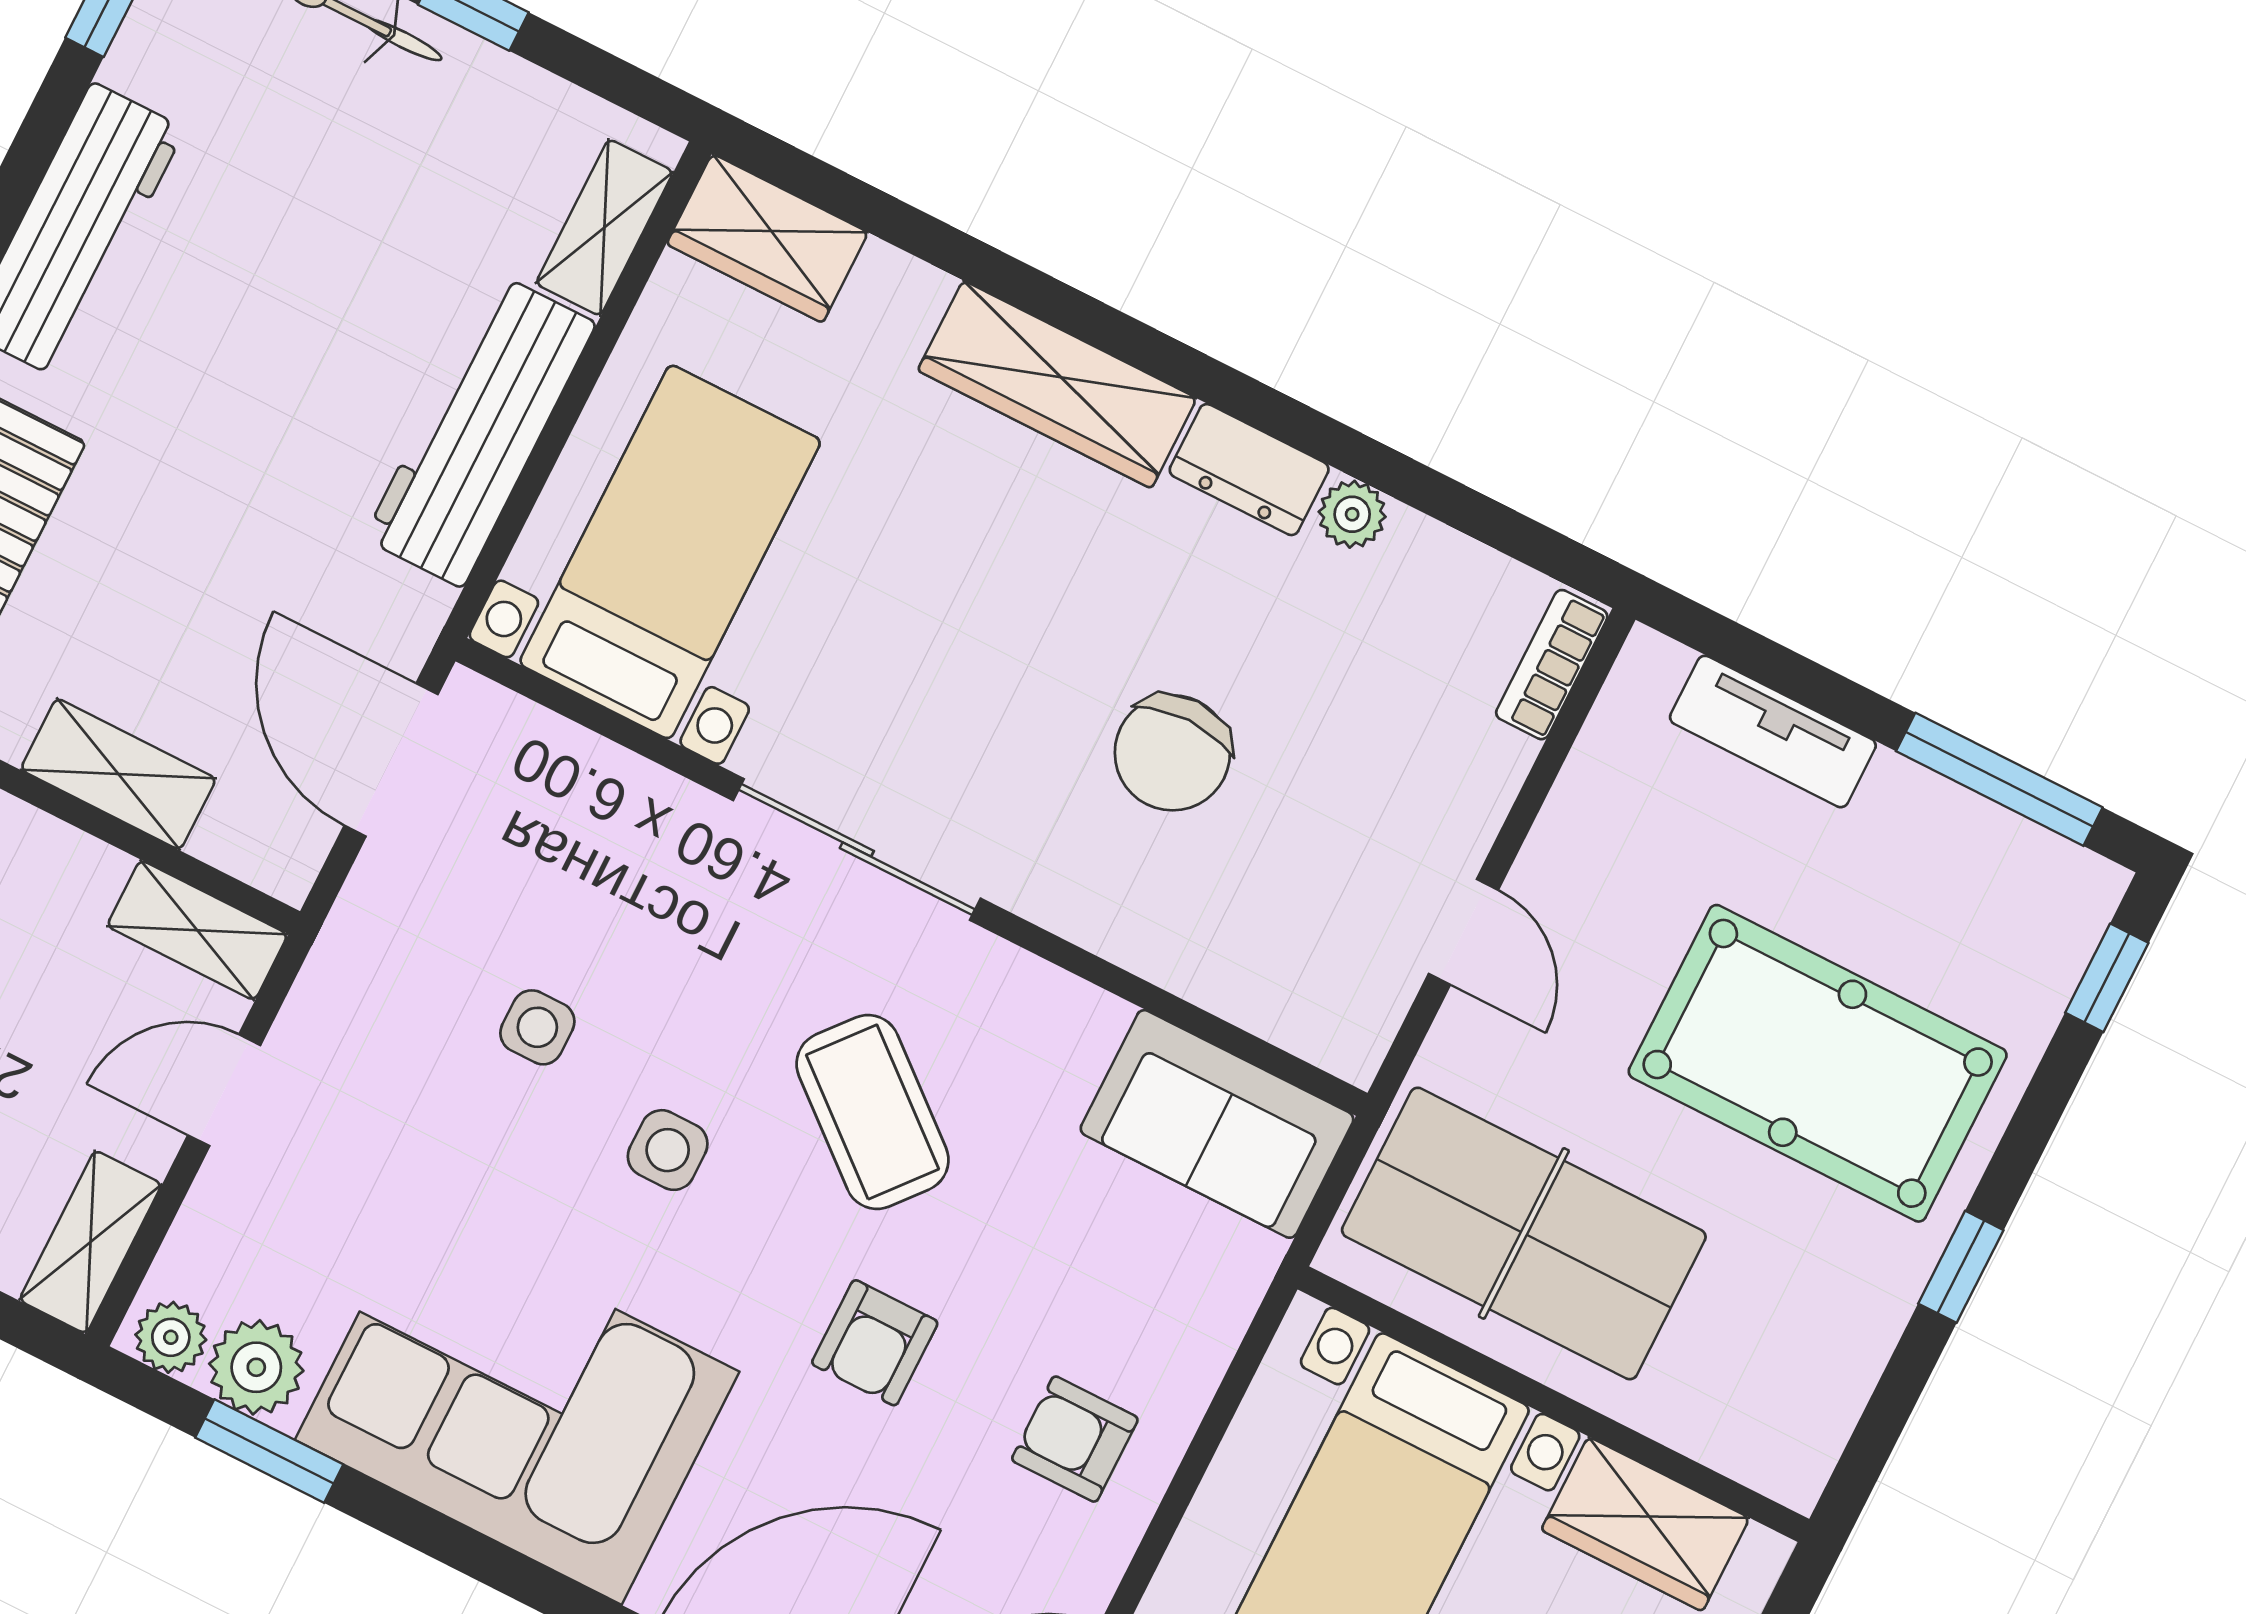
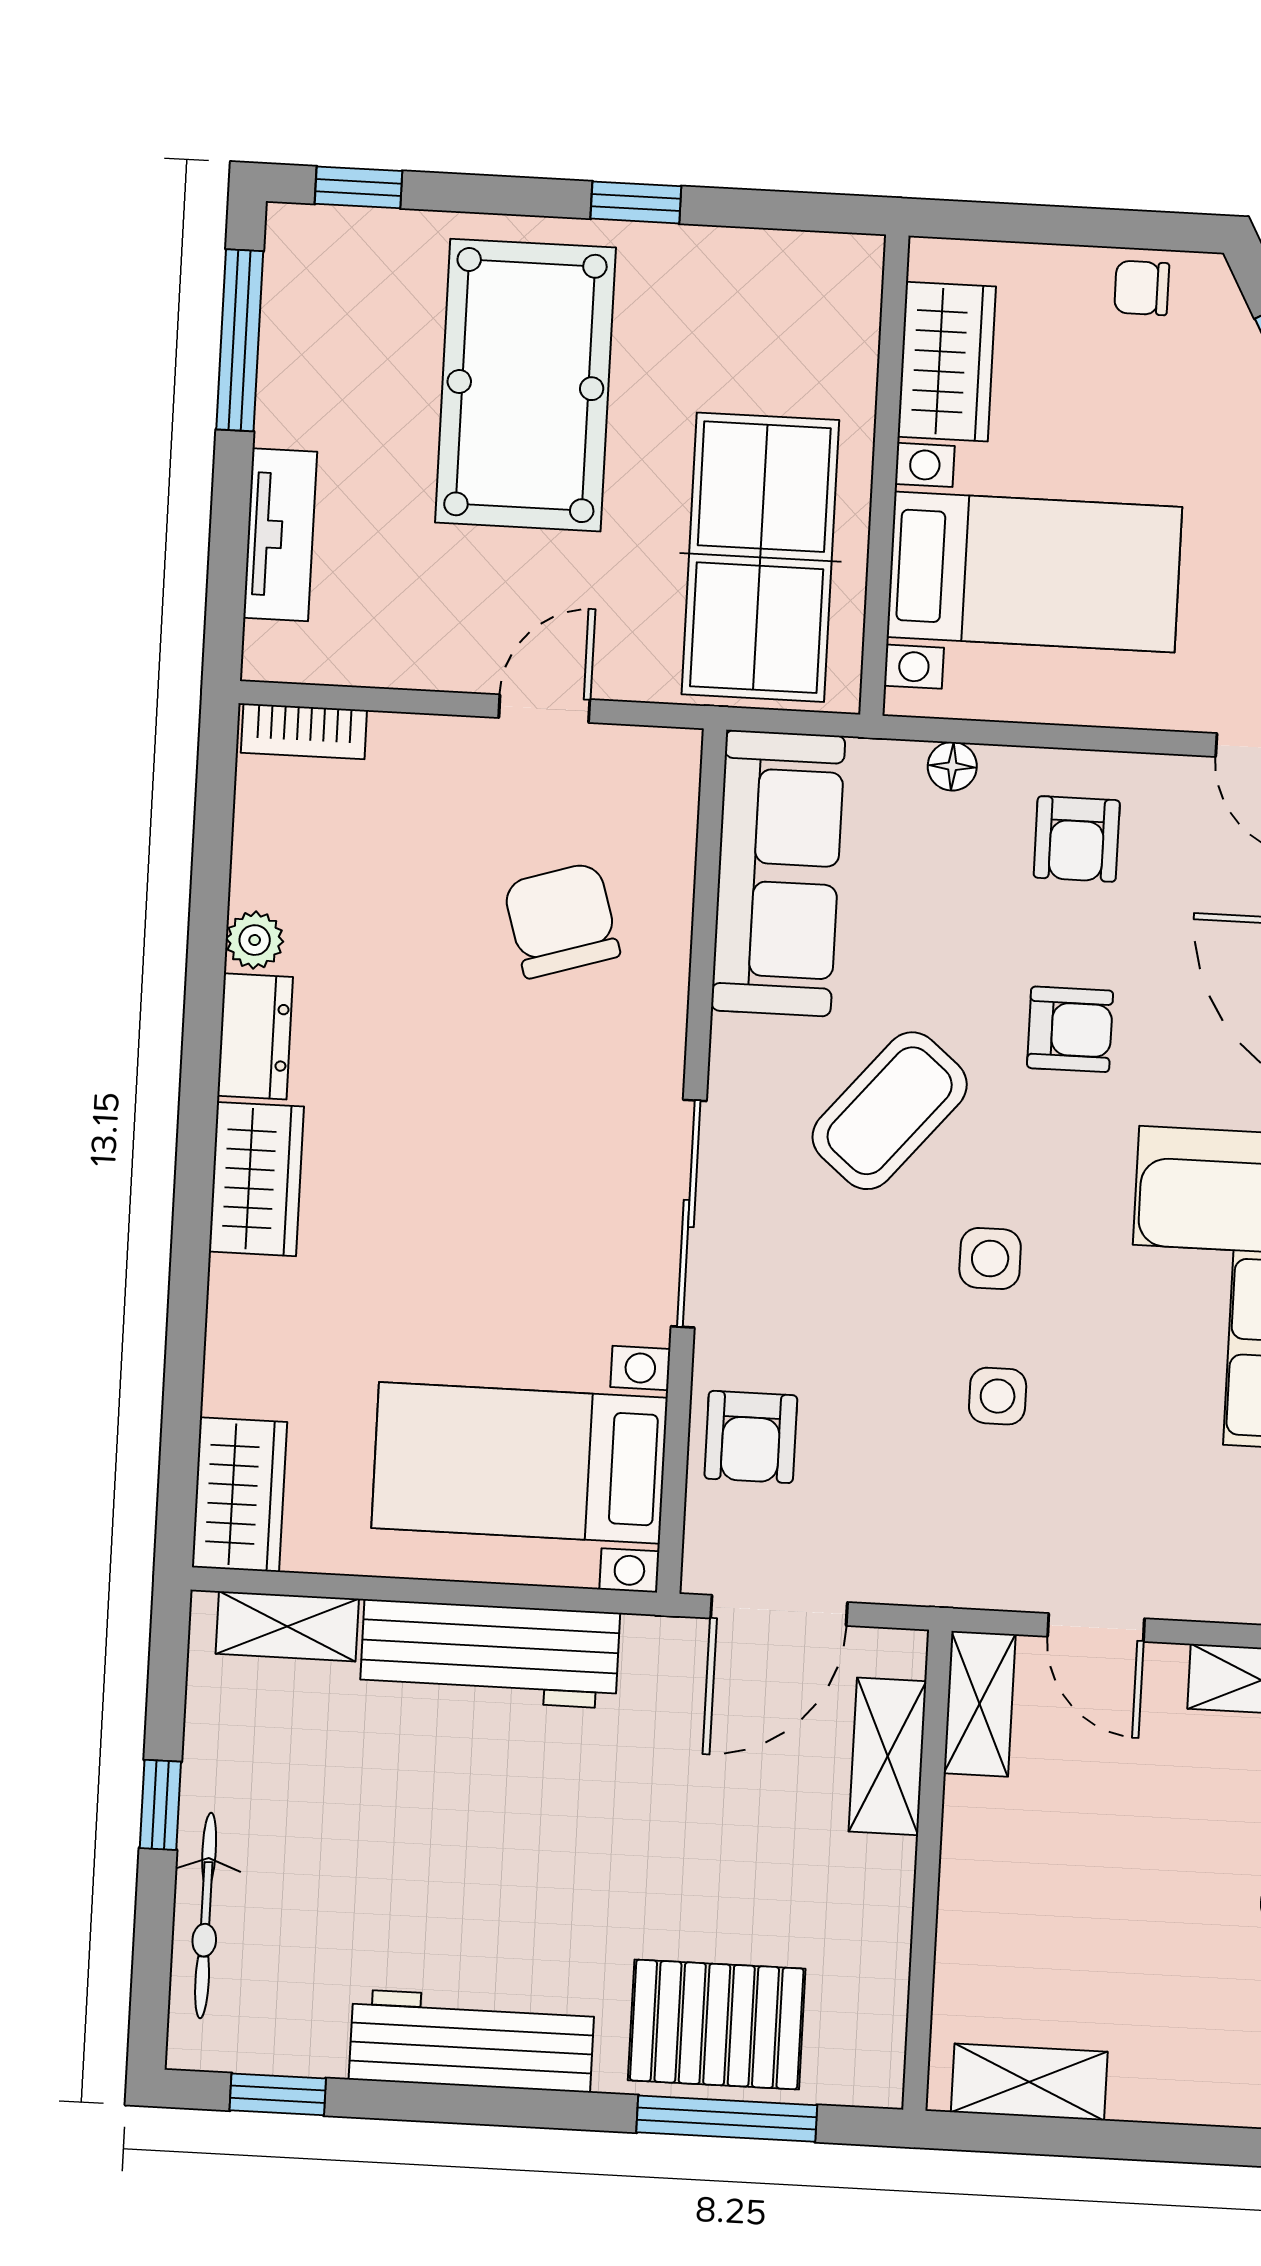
wardrobe: (1057, 384) -> (256, 1179), width x0.67
chair: (1172, 753) -> (561, 920), moved, turned -107
shelving: (118, 774) -> (888, 1756), moved
armchair: (589, 811) -> (751, 1437), added
side table: (537, 1027) -> (998, 1396), moved
sofa: (1217, 1124) -> (778, 873), width x1.36
floor lamp: (1211, 1340) -> (952, 766), added

